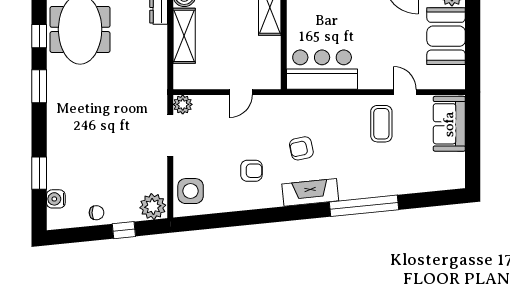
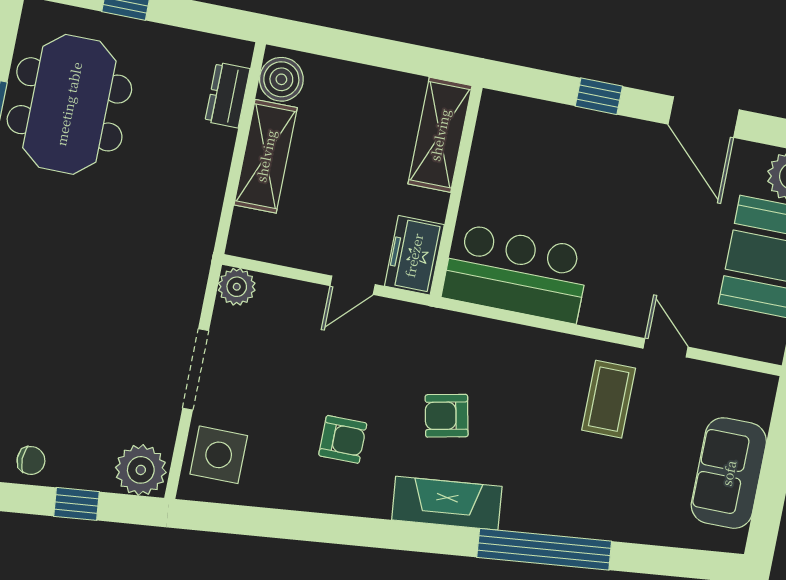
freezer: (269, 71) -> (414, 255), added
sofa: (449, 124) -> (729, 473), moved
doorway: (170, 135) -> (196, 369), moved

